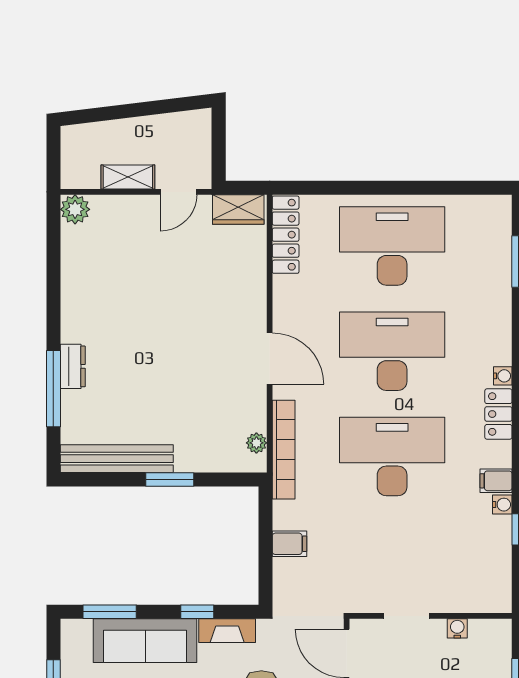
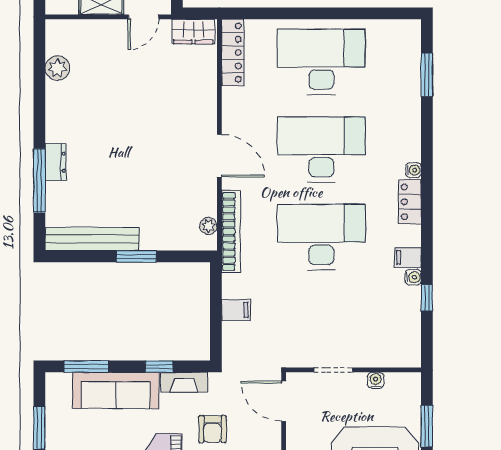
plant: (75, 209) -> (57, 68), moved

